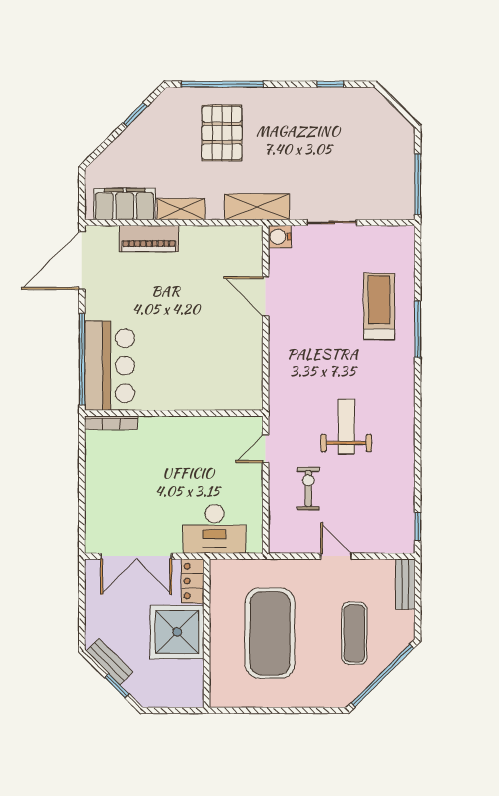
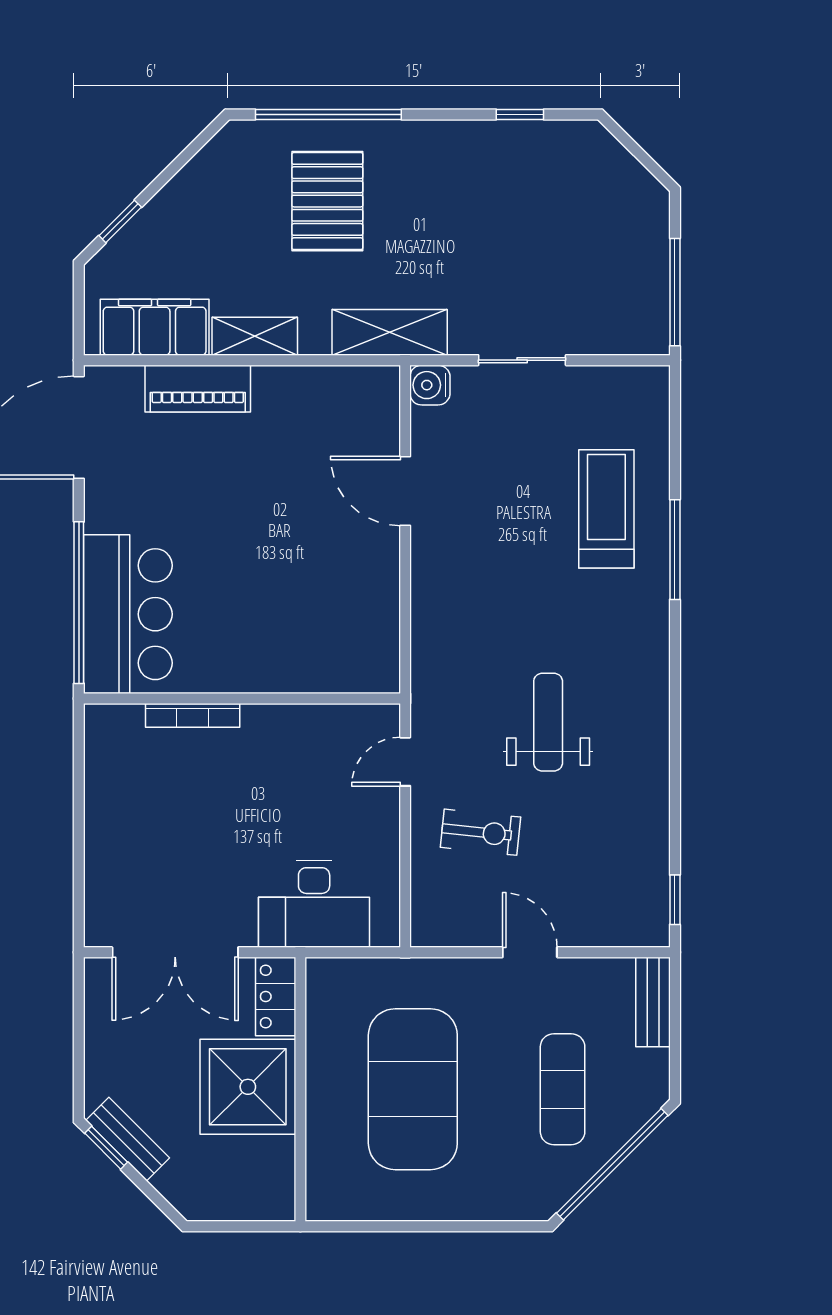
window: (135, 114) -> (120, 221), moved
bookcase: (111, 423) -> (193, 715), moved
exercise bike: (308, 489) -> (480, 832), turned 96
window: (117, 686) -> (106, 1148), moved

